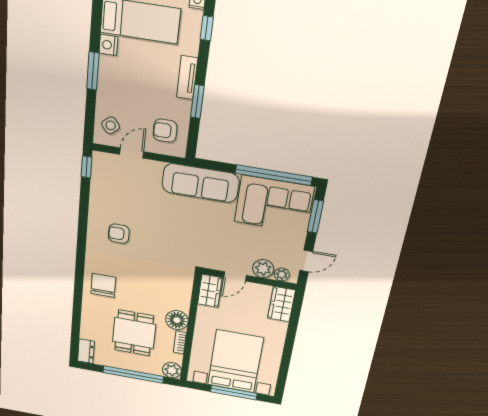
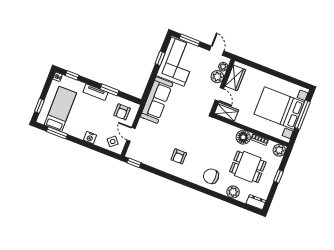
nightstand: (108, 45) -> (90, 138), moved
window: (93, 71) -> (57, 133), moved
window: (274, 175) -> (160, 58), width x0.32
wardrobe: (281, 304) -> (235, 78), moved, turned -90
plant: (90, 319) -> (233, 192), added
window: (133, 374) -> (278, 176), width x0.32

